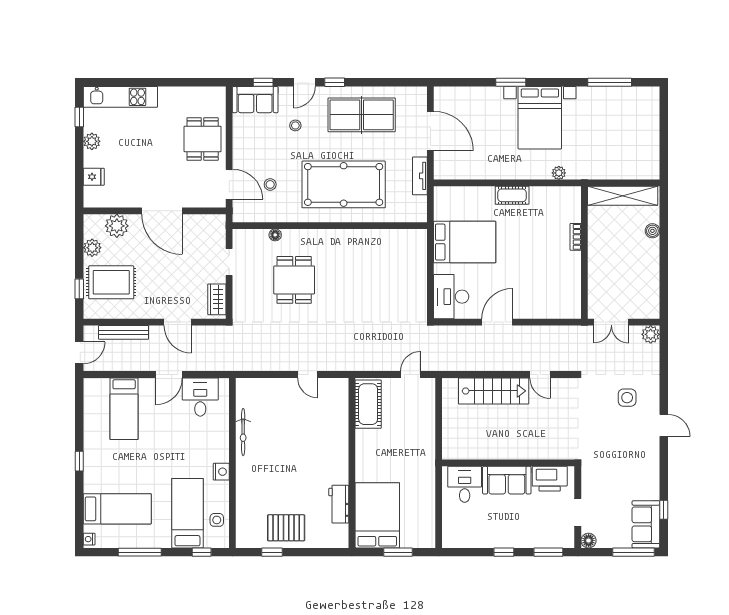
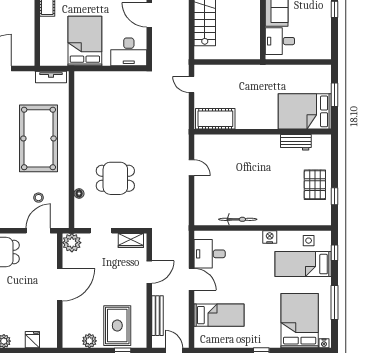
tv unit: (420, 176) -> (51, 77), moved
plant: (117, 226) -> (72, 243), moved
door: (307, 375) -> (191, 168), hinge flipped
bed: (117, 509) -> (300, 321), width x1.50

